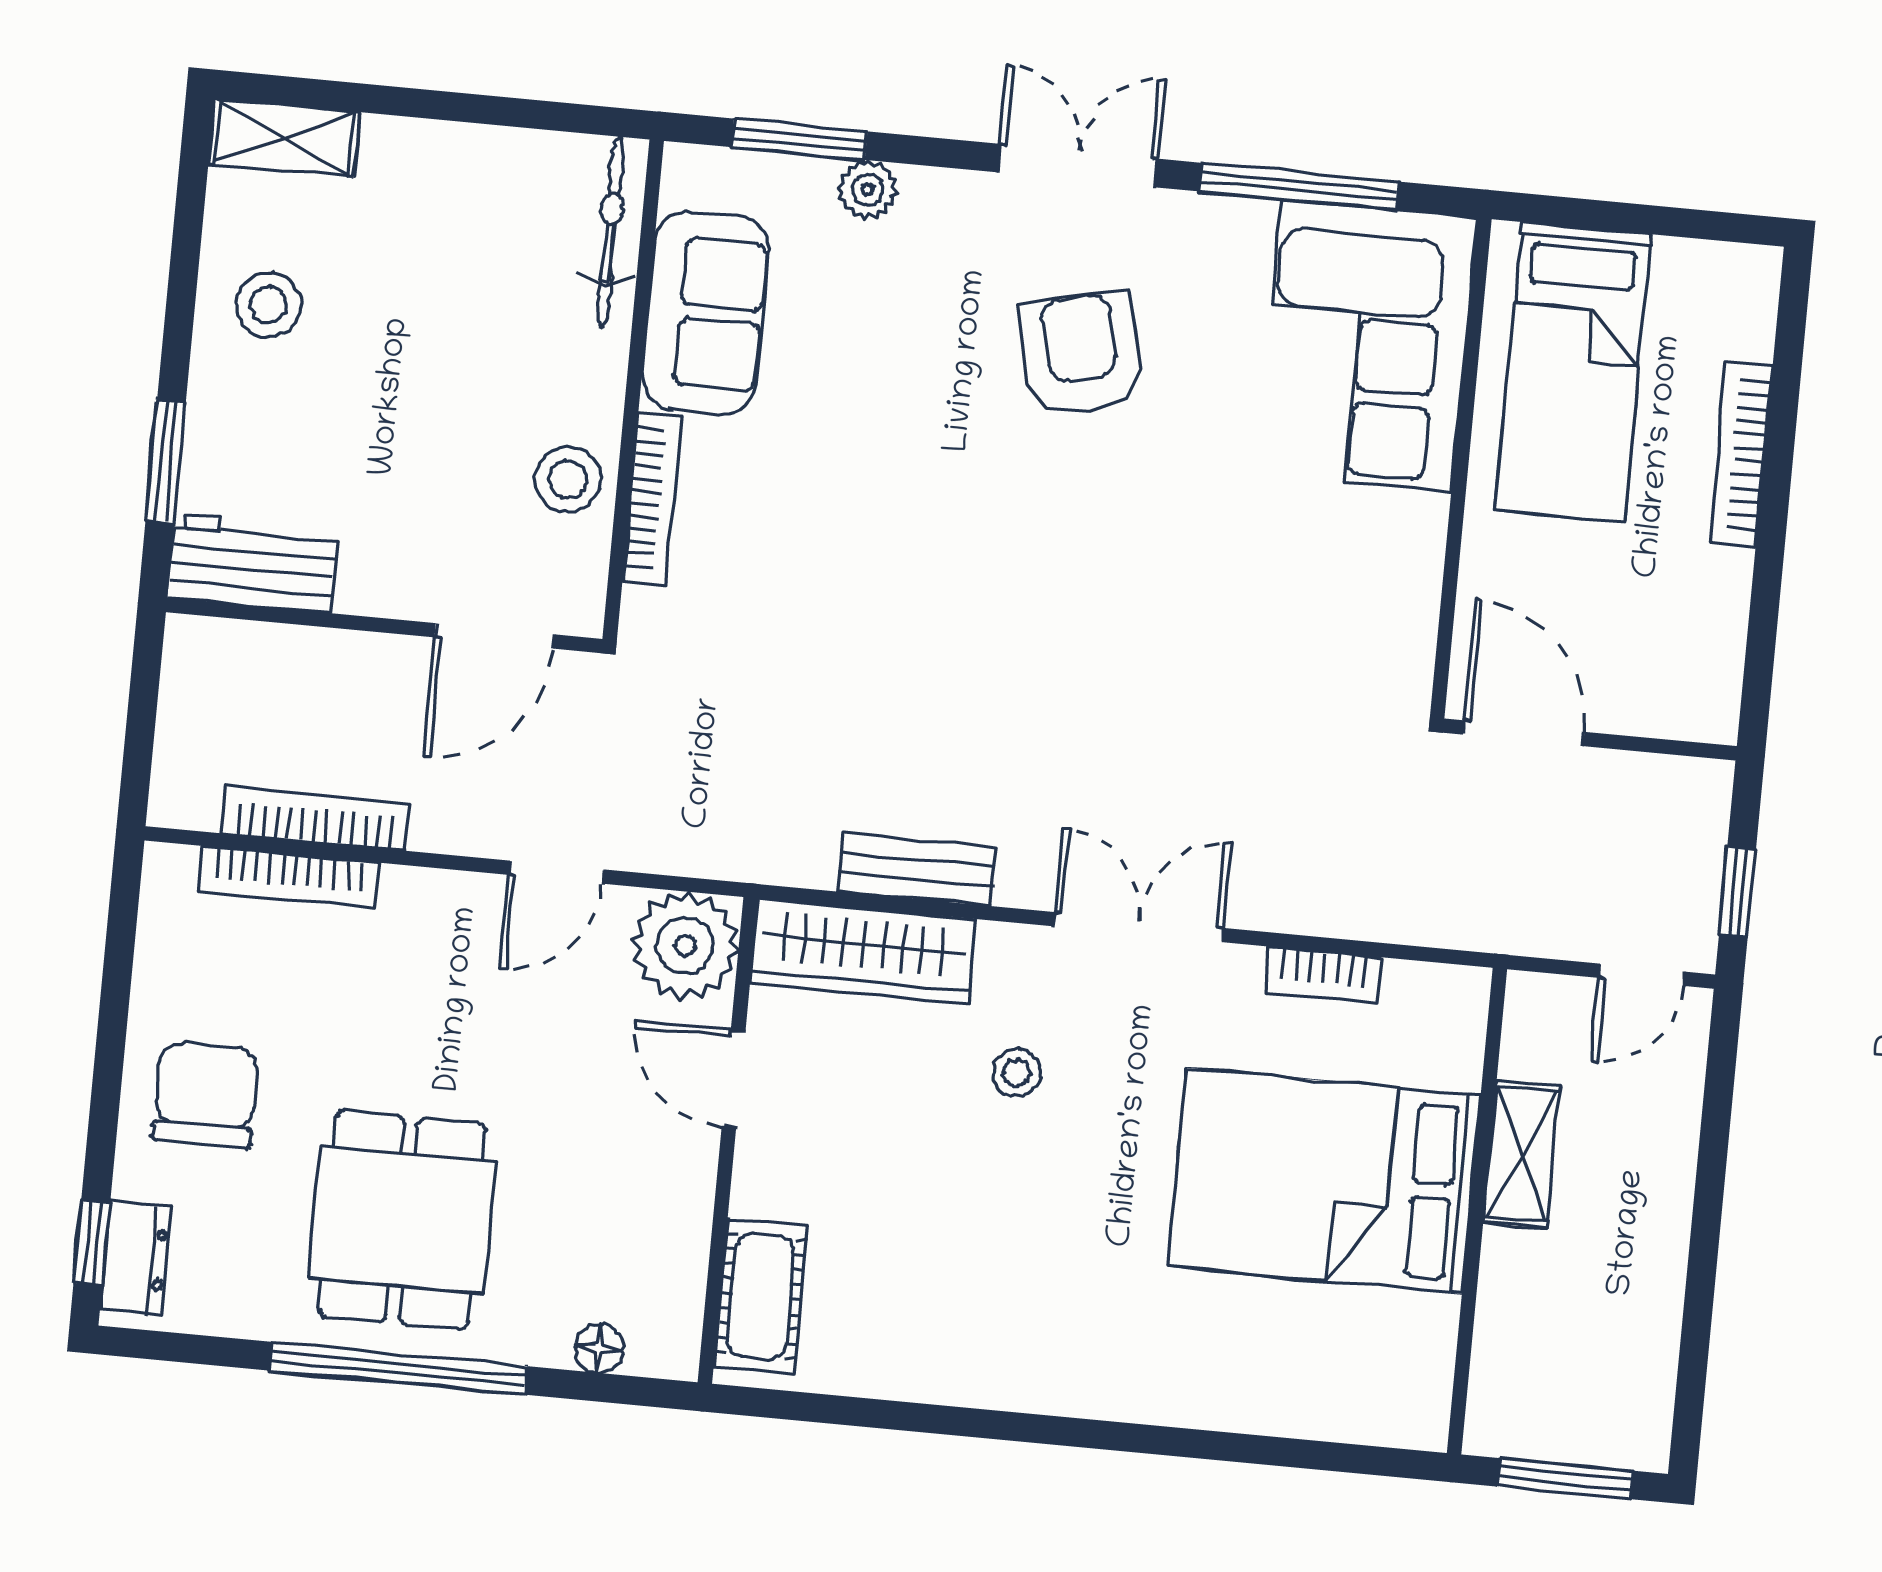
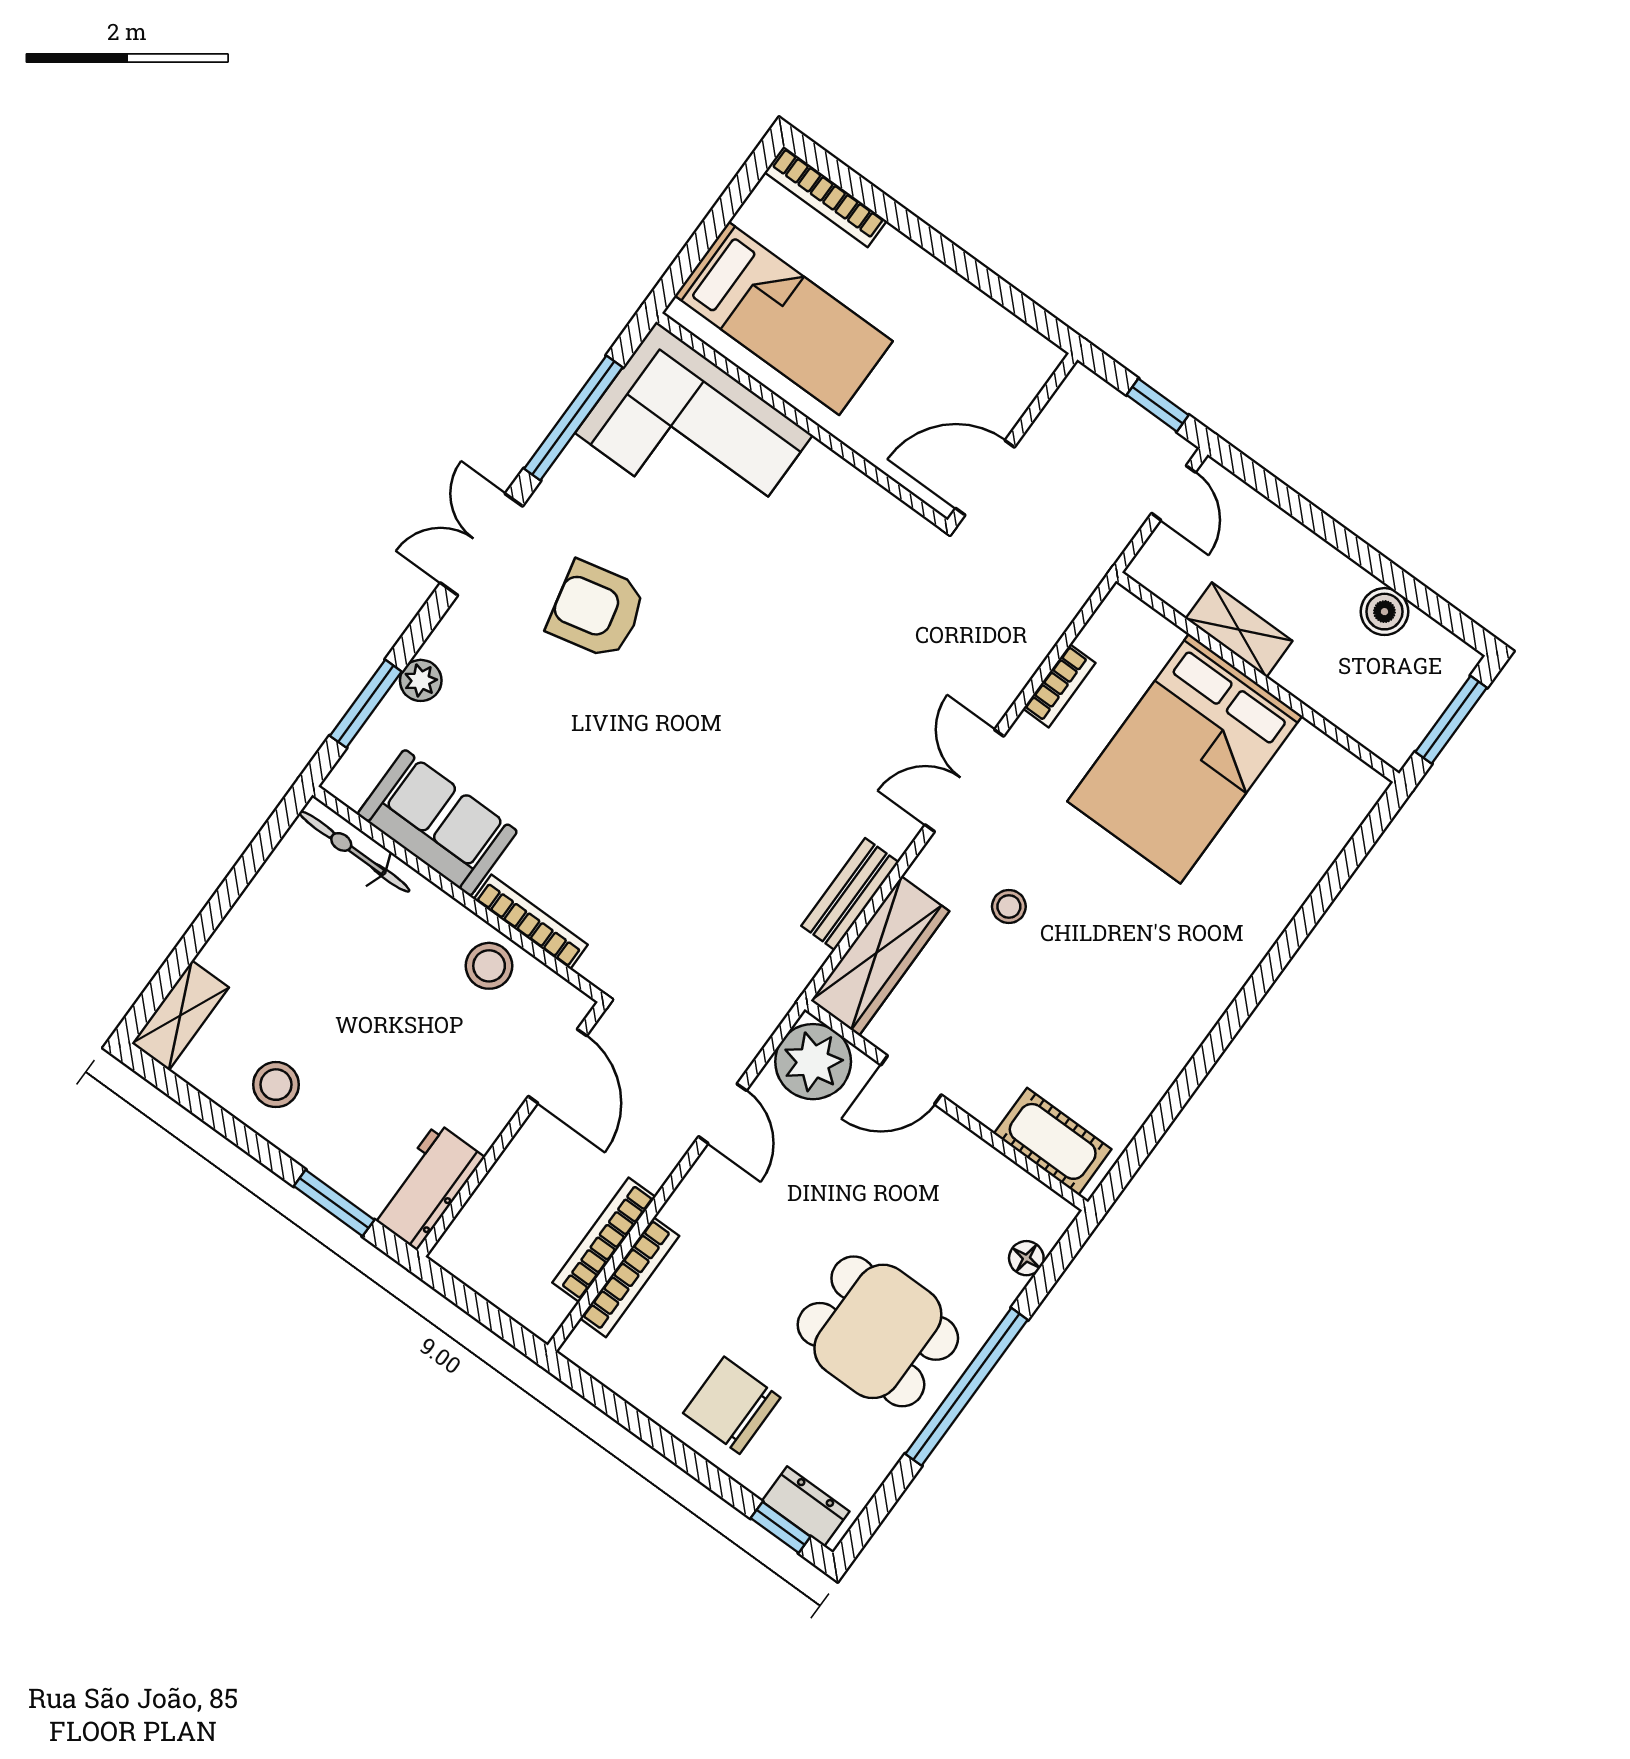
bookcase: (1741, 454) -> (826, 197), moved
boiler: (1649, 1319) -> (1384, 612), added

